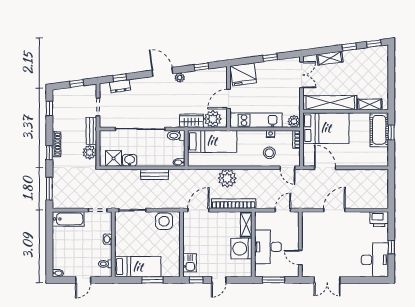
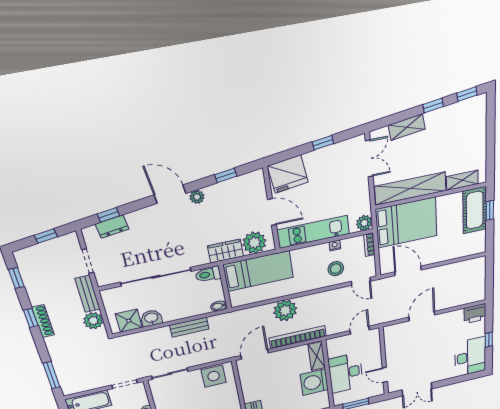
door: (229, 99) -> (272, 212), swing flipped
window: (49, 153) -> (31, 318), moved

